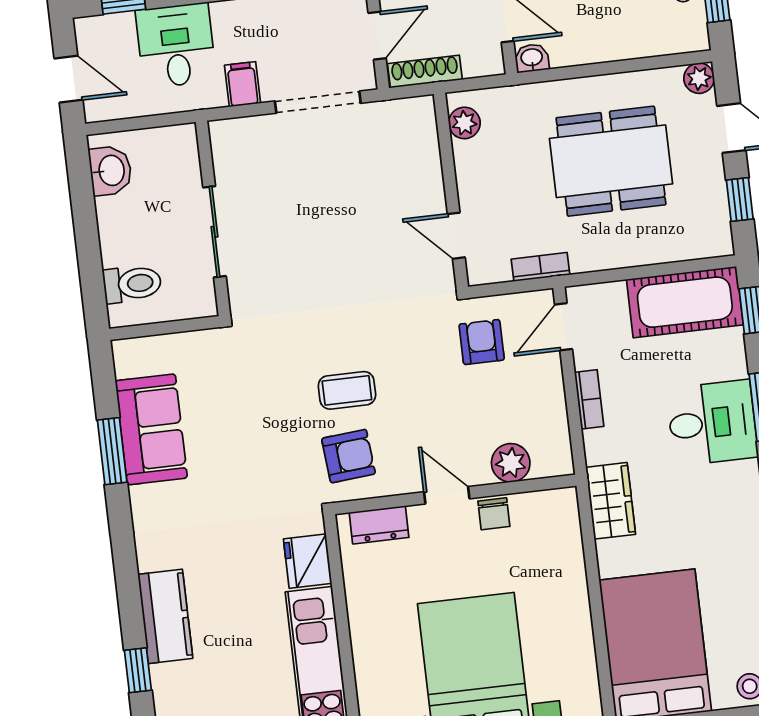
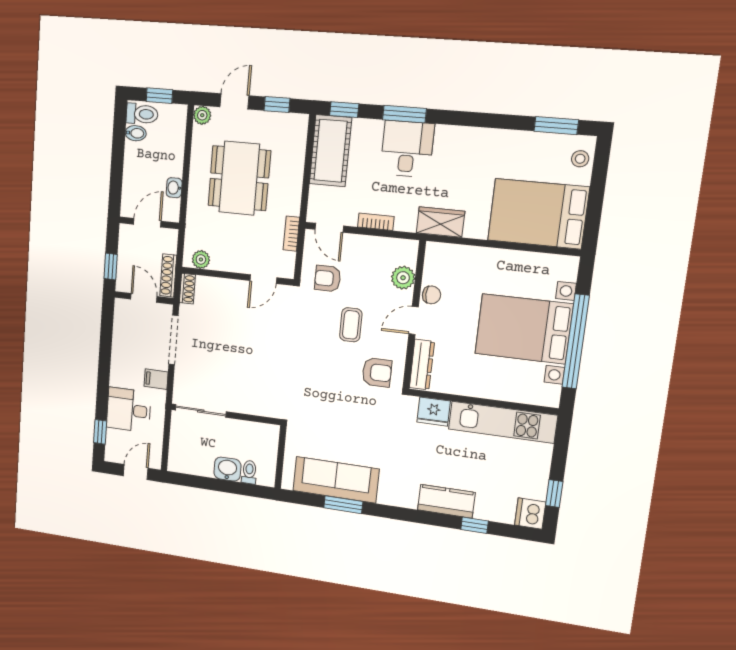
washbasin: (532, 58) -> (174, 188), moved
shoe rack: (410, 109) -> (187, 289), added
washbasin: (110, 171) -> (227, 469), moved
sliding door: (214, 232) -> (201, 411), moved
toilet: (132, 284) -> (249, 472), width x0.73, depth x0.72
coffee table: (347, 390) -> (351, 325), moved
sofa: (151, 429) -> (336, 480), width x1.36
armchair: (348, 456) -> (377, 372), turned 95
dresser: (379, 525) -> (422, 365), width x1.44

